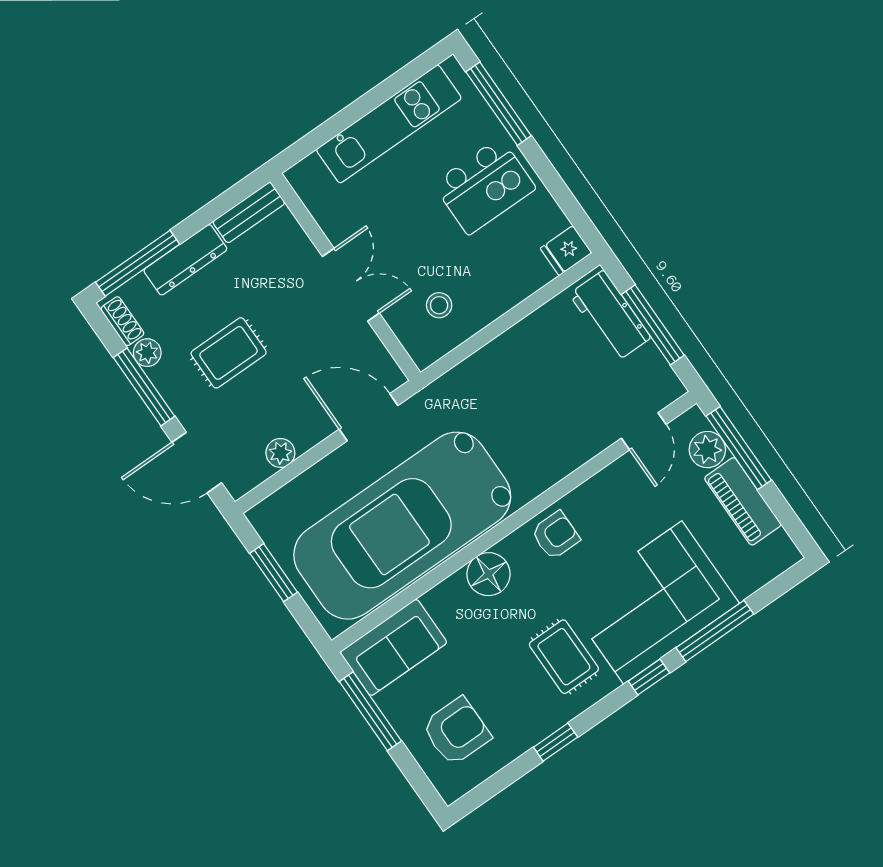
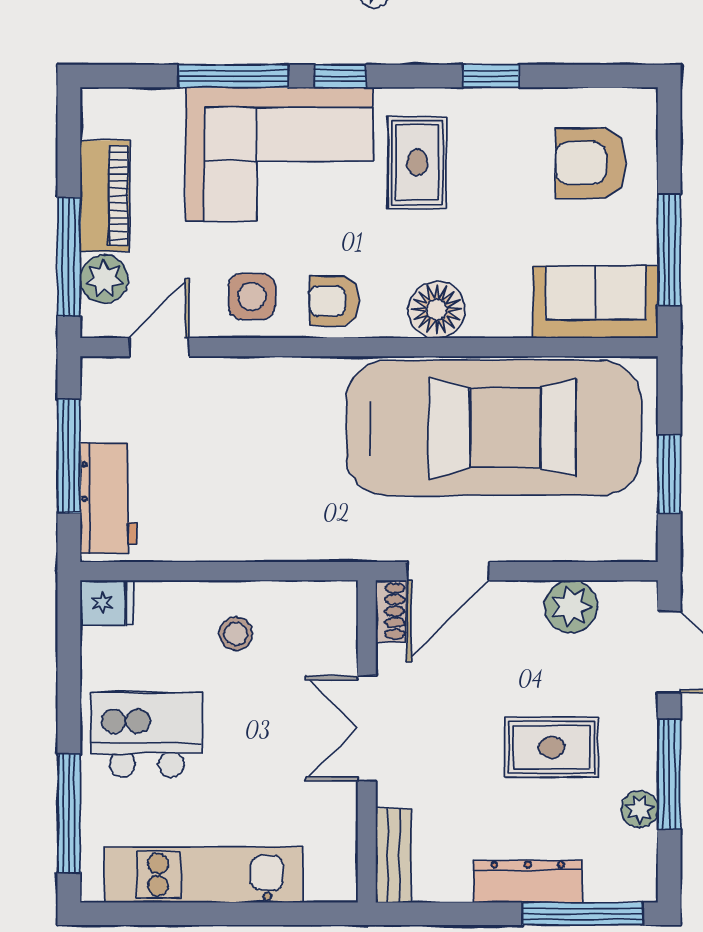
bench: (249, 212) -> (394, 855), moved, turned 90
stool: (439, 305) -> (236, 634), moved
shoe rack: (122, 321) -> (391, 611), moved, turned 180
door: (369, 417) -> (448, 571), hinge flipped
plant: (280, 453) -> (571, 606), width x1.38, depth x1.38
side table: (608, 503) -> (252, 296), added

